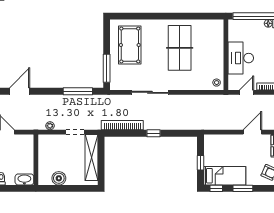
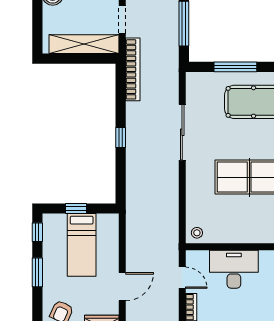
window: (107, 68) -> (235, 67), moved
bookcase: (122, 125) -> (133, 69), moved
door: (252, 132) -> (122, 287), hinge flipped
bed: (225, 176) -> (82, 245), moved

